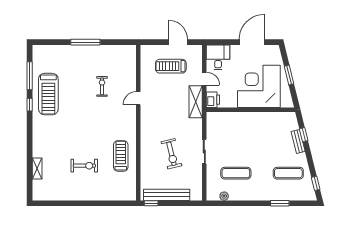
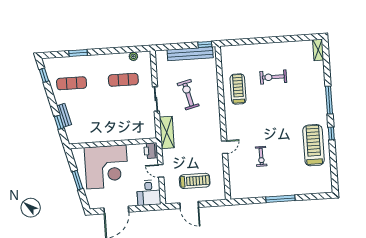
window: (30, 76) -> (329, 100), moved
shelving: (196, 102) -> (167, 132), moved
treadmill: (121, 156) -> (238, 89), turned 180
shelving: (37, 169) -> (318, 50), moved

